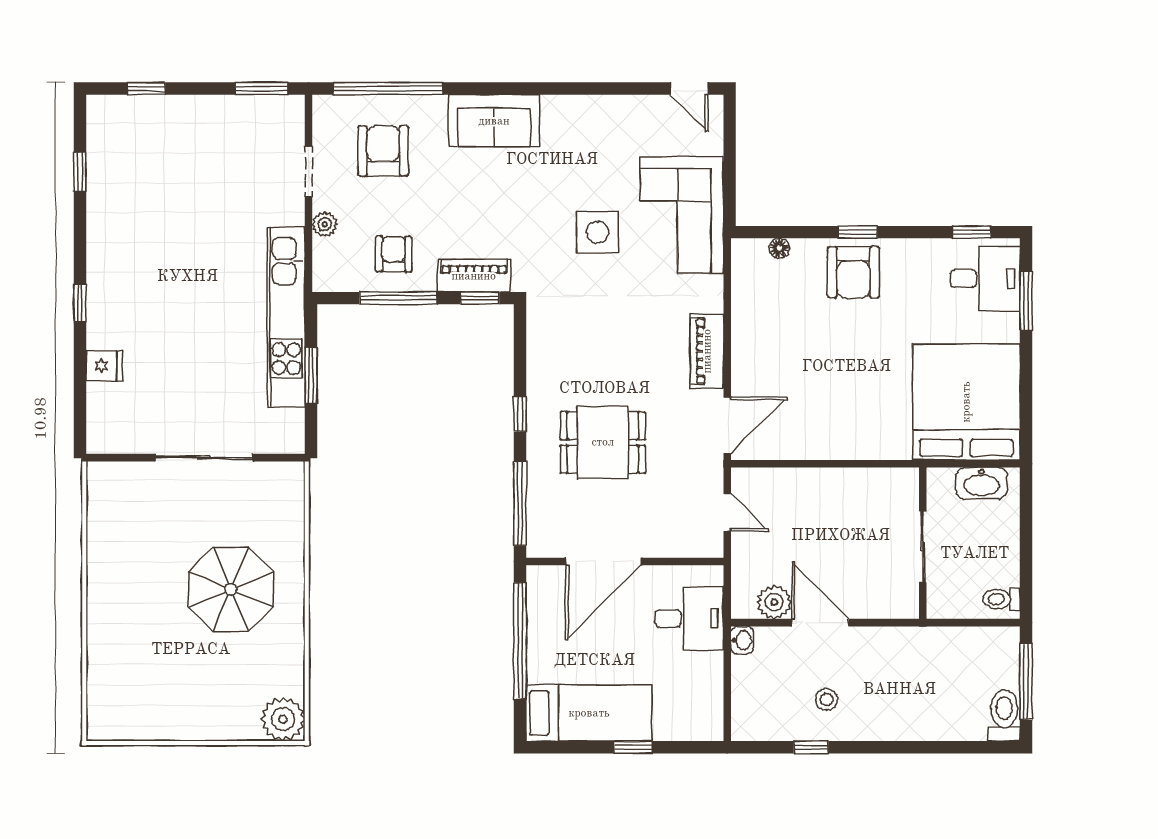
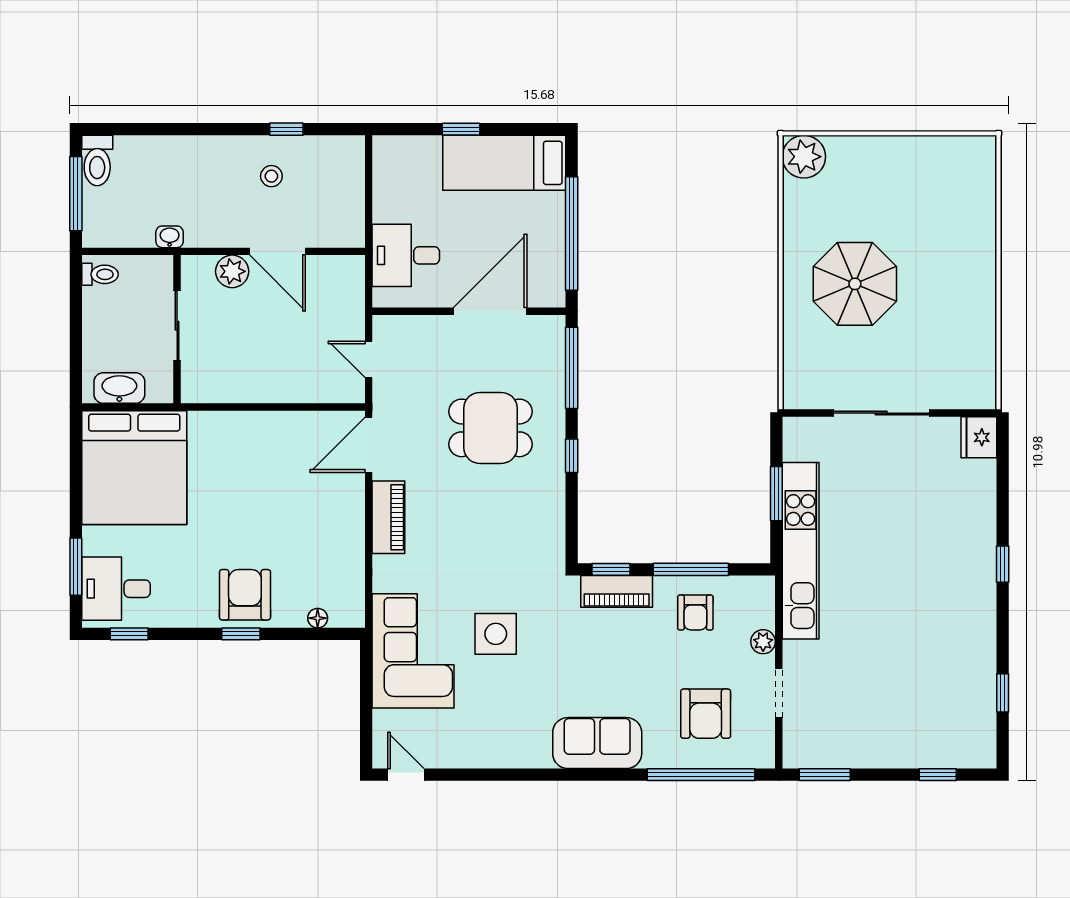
fridge: (104, 366) -> (979, 437), moved, width x1.38
plant: (774, 602) -> (232, 271), moved
washbasin: (742, 640) -> (170, 237), moved, turned 90

